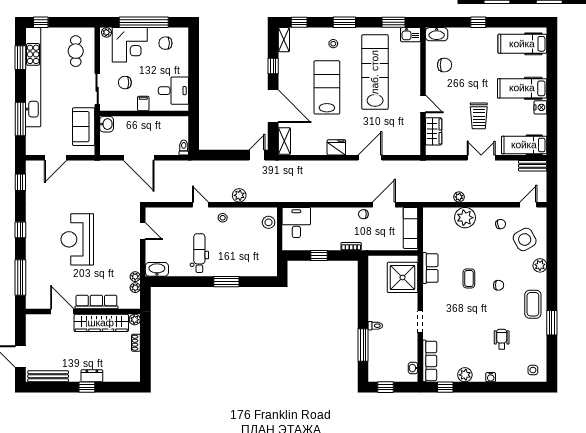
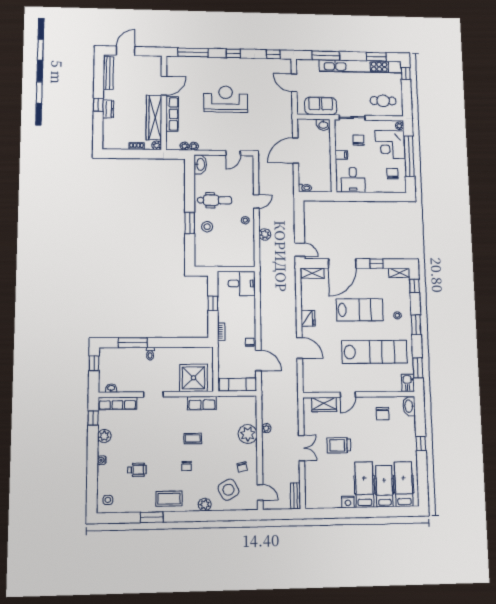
hospital bed: (524, 145) -> (384, 486), moved
stool: (269, 222) -> (207, 227), moved

